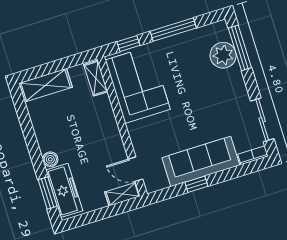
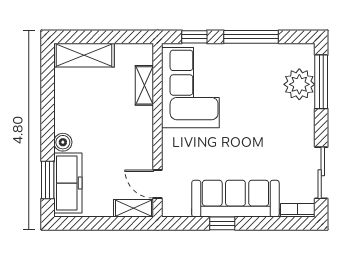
shelving: (96, 78) -> (144, 85), moved

